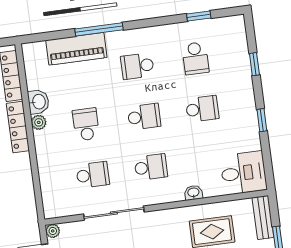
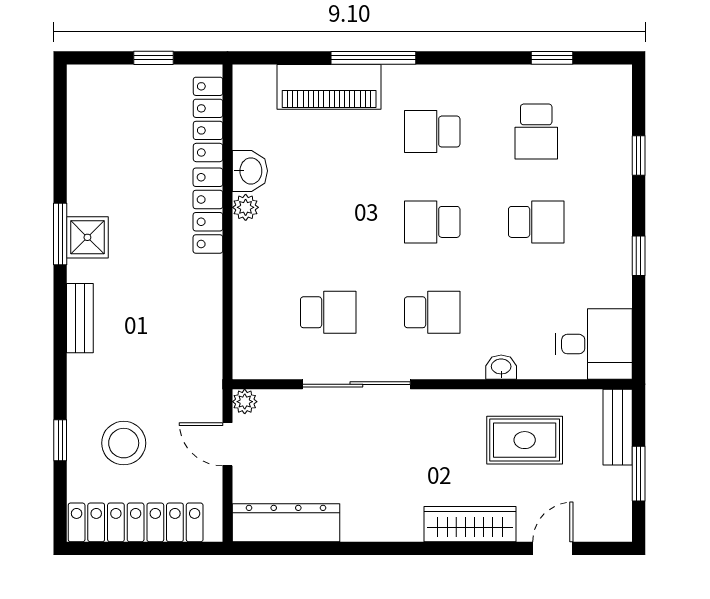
school desk: (144, 117) -> (432, 222), turned 180
school desk: (86, 124) -> (328, 222), removed

